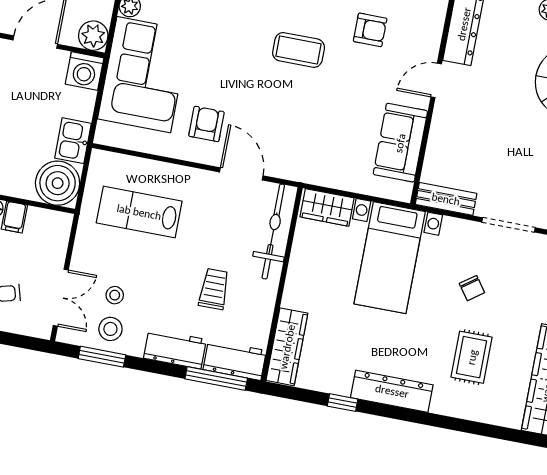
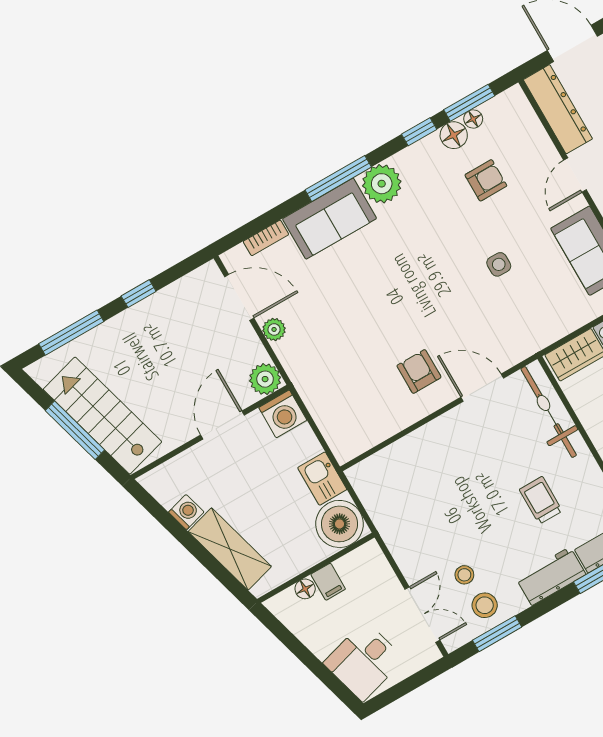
coffee table: (299, 50) -> (442, 247), removed
corner sofa: (144, 75) -> (333, 375), removed
side table: (328, 97) -> (499, 264), added
lab bench: (139, 212) -> (426, 490), removed

